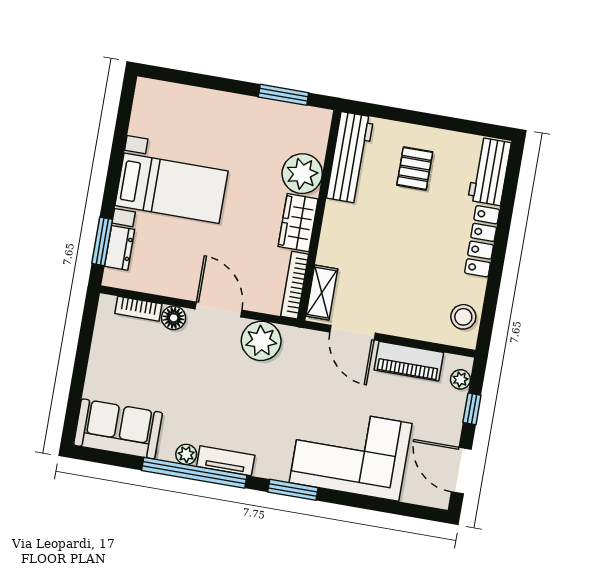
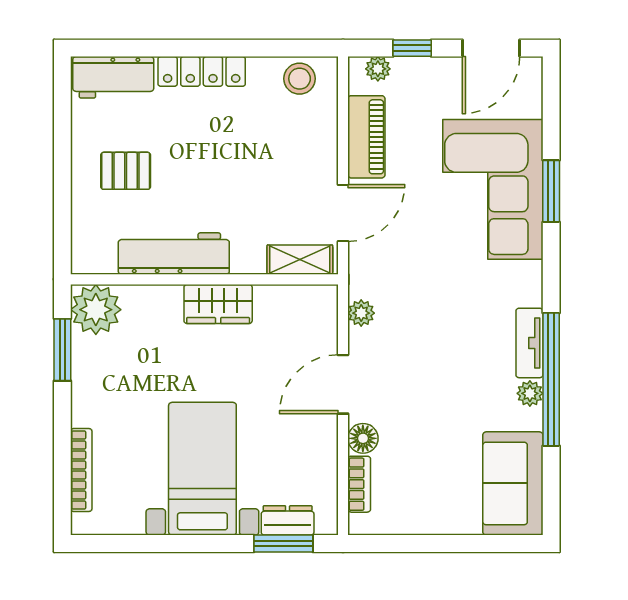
workbench: (350, 158) -> (174, 254), moved
plant: (302, 174) -> (96, 310), moved
bookcase: (295, 285) -> (81, 470), moved, turned -90
plant: (261, 341) -> (361, 313), width x0.53, depth x0.53
window: (293, 490) -> (551, 191), moved

